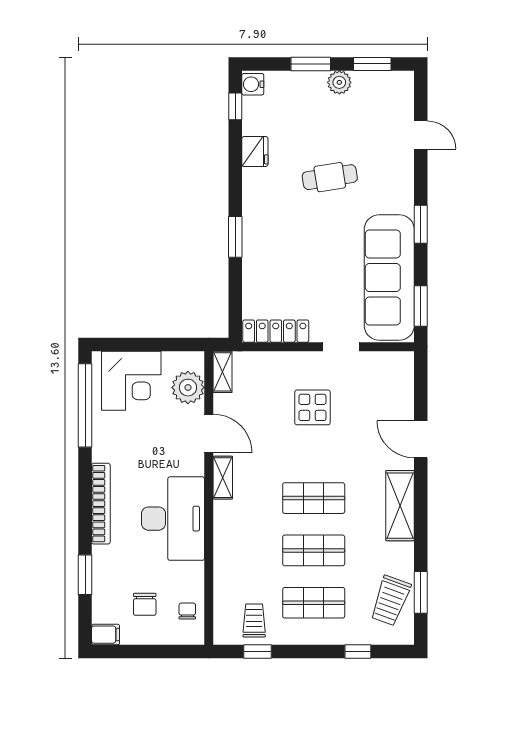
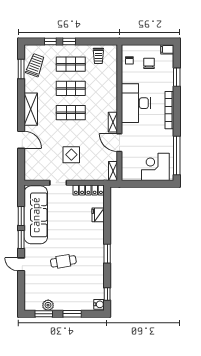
plant: (339, 82) -> (48, 305), moved
door: (421, 135) -> (21, 264), moved
fridge: (255, 152) -> (98, 215), moved
window: (235, 237) -> (107, 254), moved
window: (421, 306) -> (21, 216), moved
plant: (188, 388) -> (129, 164), removed
window: (258, 652) -> (69, 42), moved

